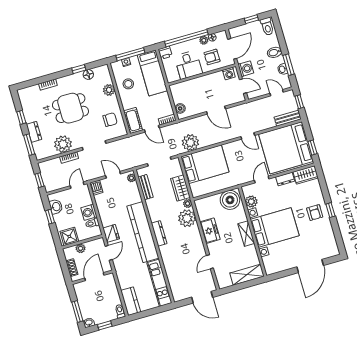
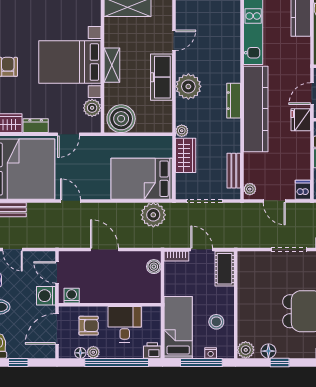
plant: (109, 90) -> (246, 350), moved
chair: (110, 120) -> (256, 279), removed
plant: (187, 218) -> (188, 86), moved
freezer: (210, 231) -> (162, 77), width x1.40

